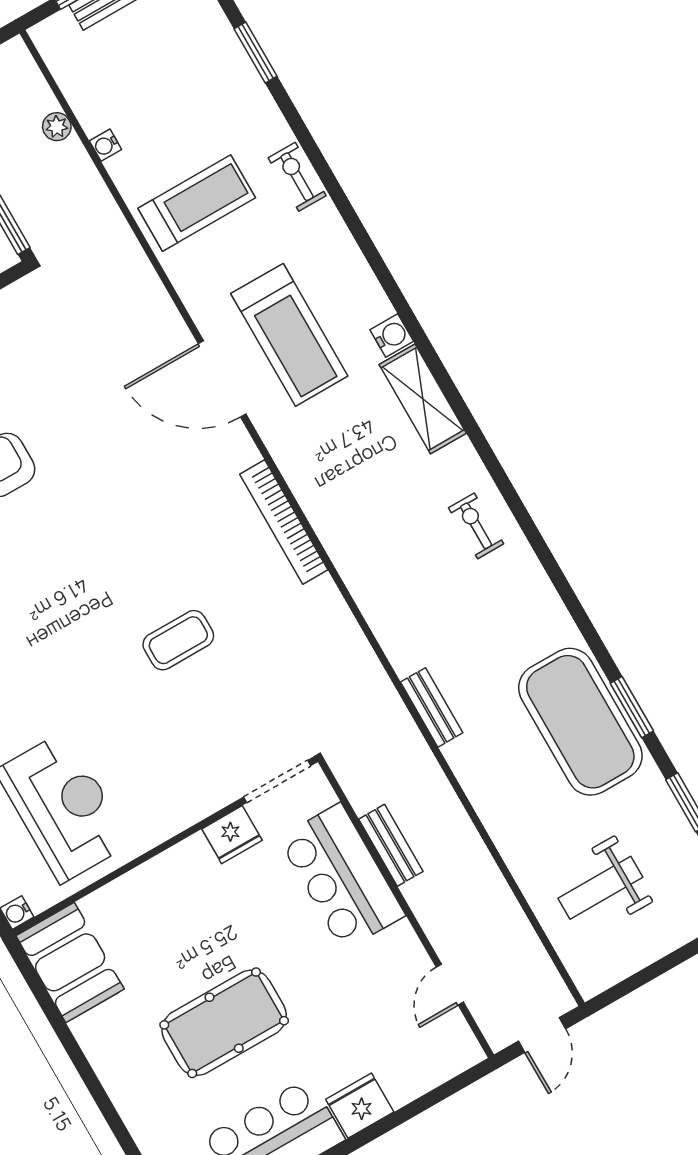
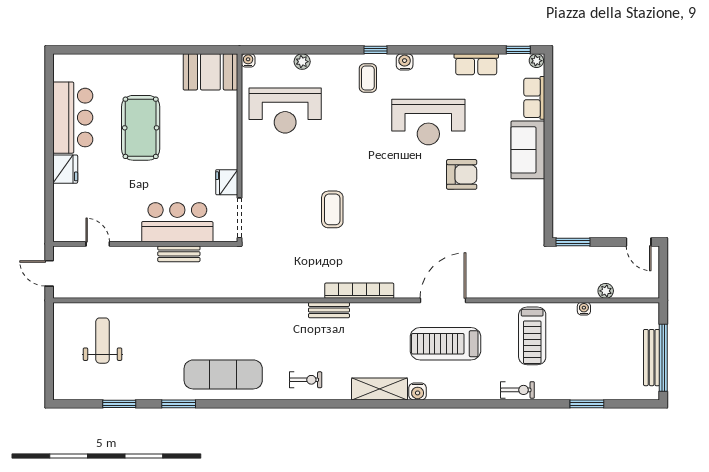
bench: (432, 707) -> (329, 310), moved
exercise mat: (580, 722) -> (223, 374), moved, width x0.68

